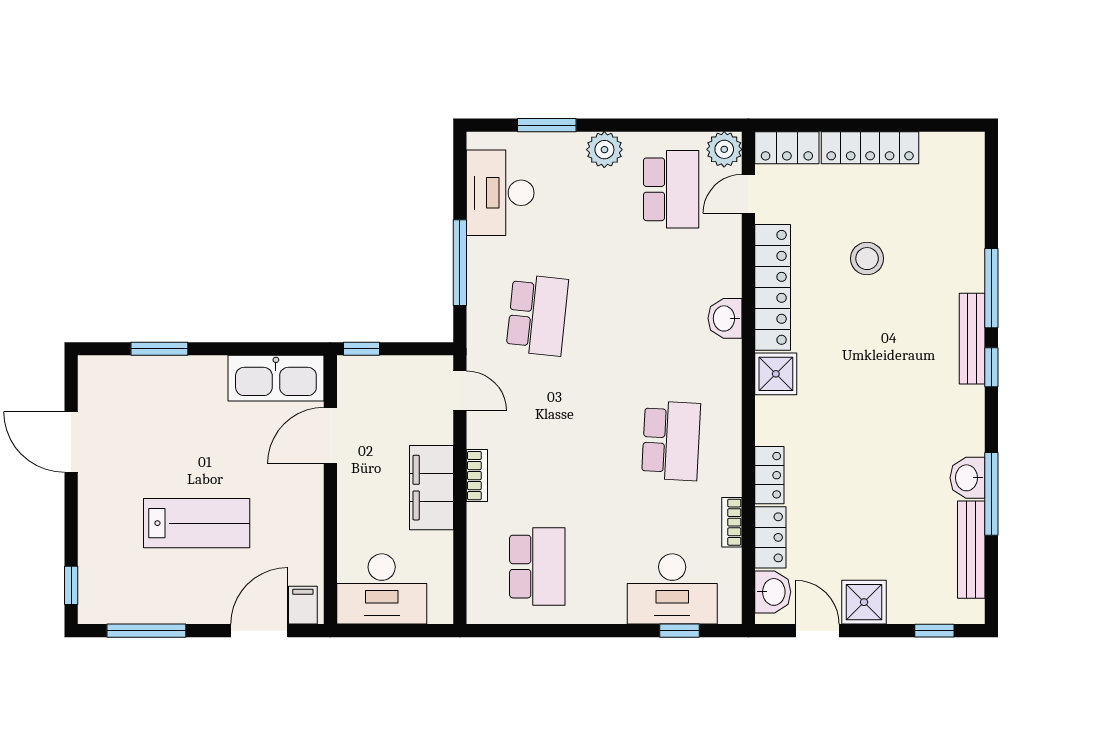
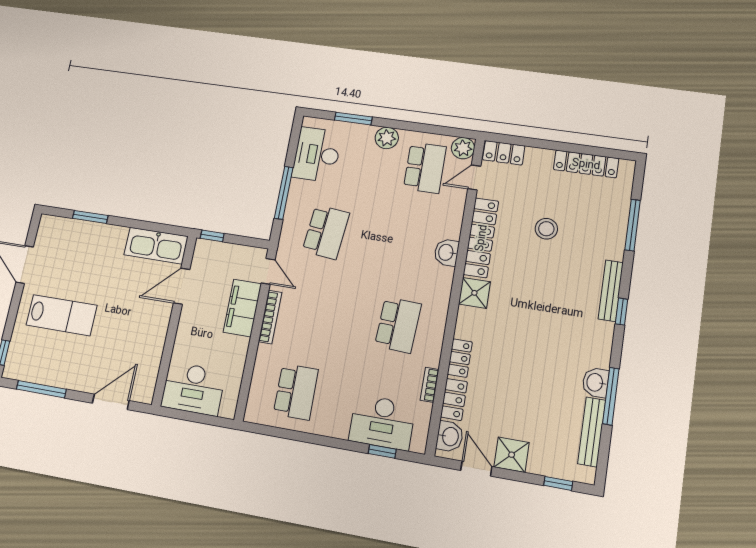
locker: (870, 148) -> (586, 164), moved
window: (991, 288) -> (633, 225), moved
bookcase: (477, 476) -> (270, 317), width x1.56
filing cabinet: (432, 488) -> (242, 308), moved
lab bench: (197, 523) -> (62, 315), moved
filing cabinet: (303, 605) -> (141, 390), removed

